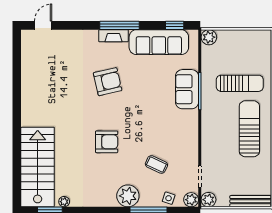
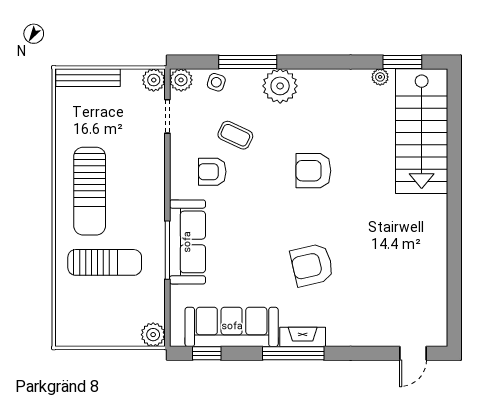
sun lounger: (240, 83) -> (105, 262), turned 180
sofa: (187, 89) -> (188, 242), width x1.36
armchair: (171, 141) -> (212, 172), added

